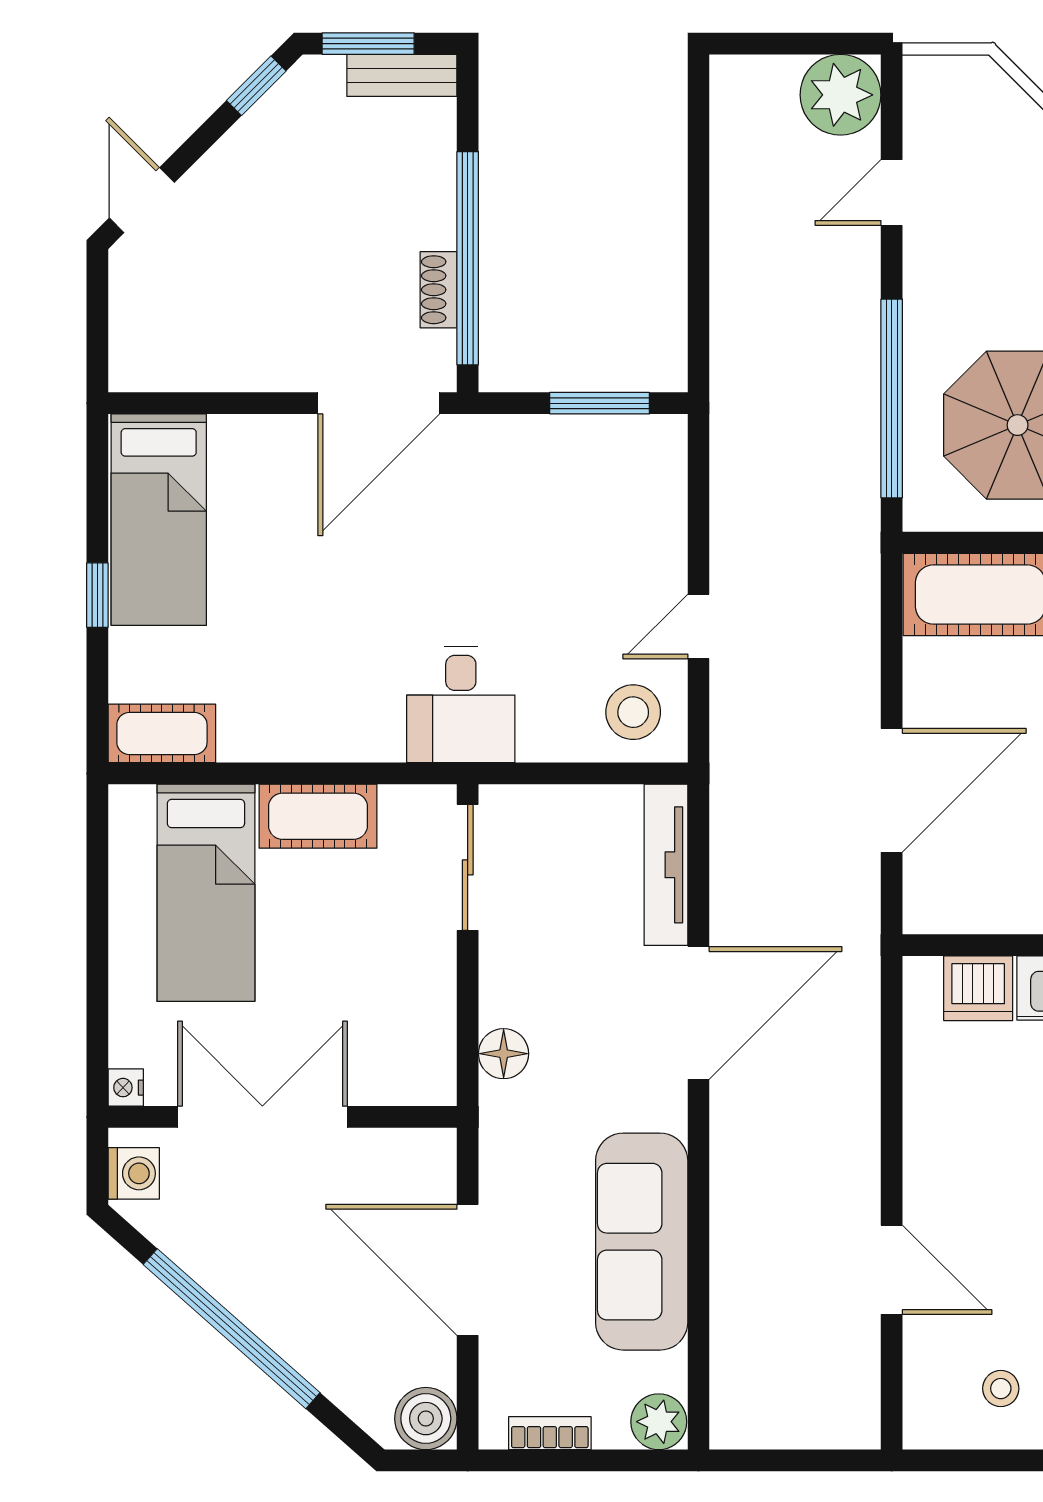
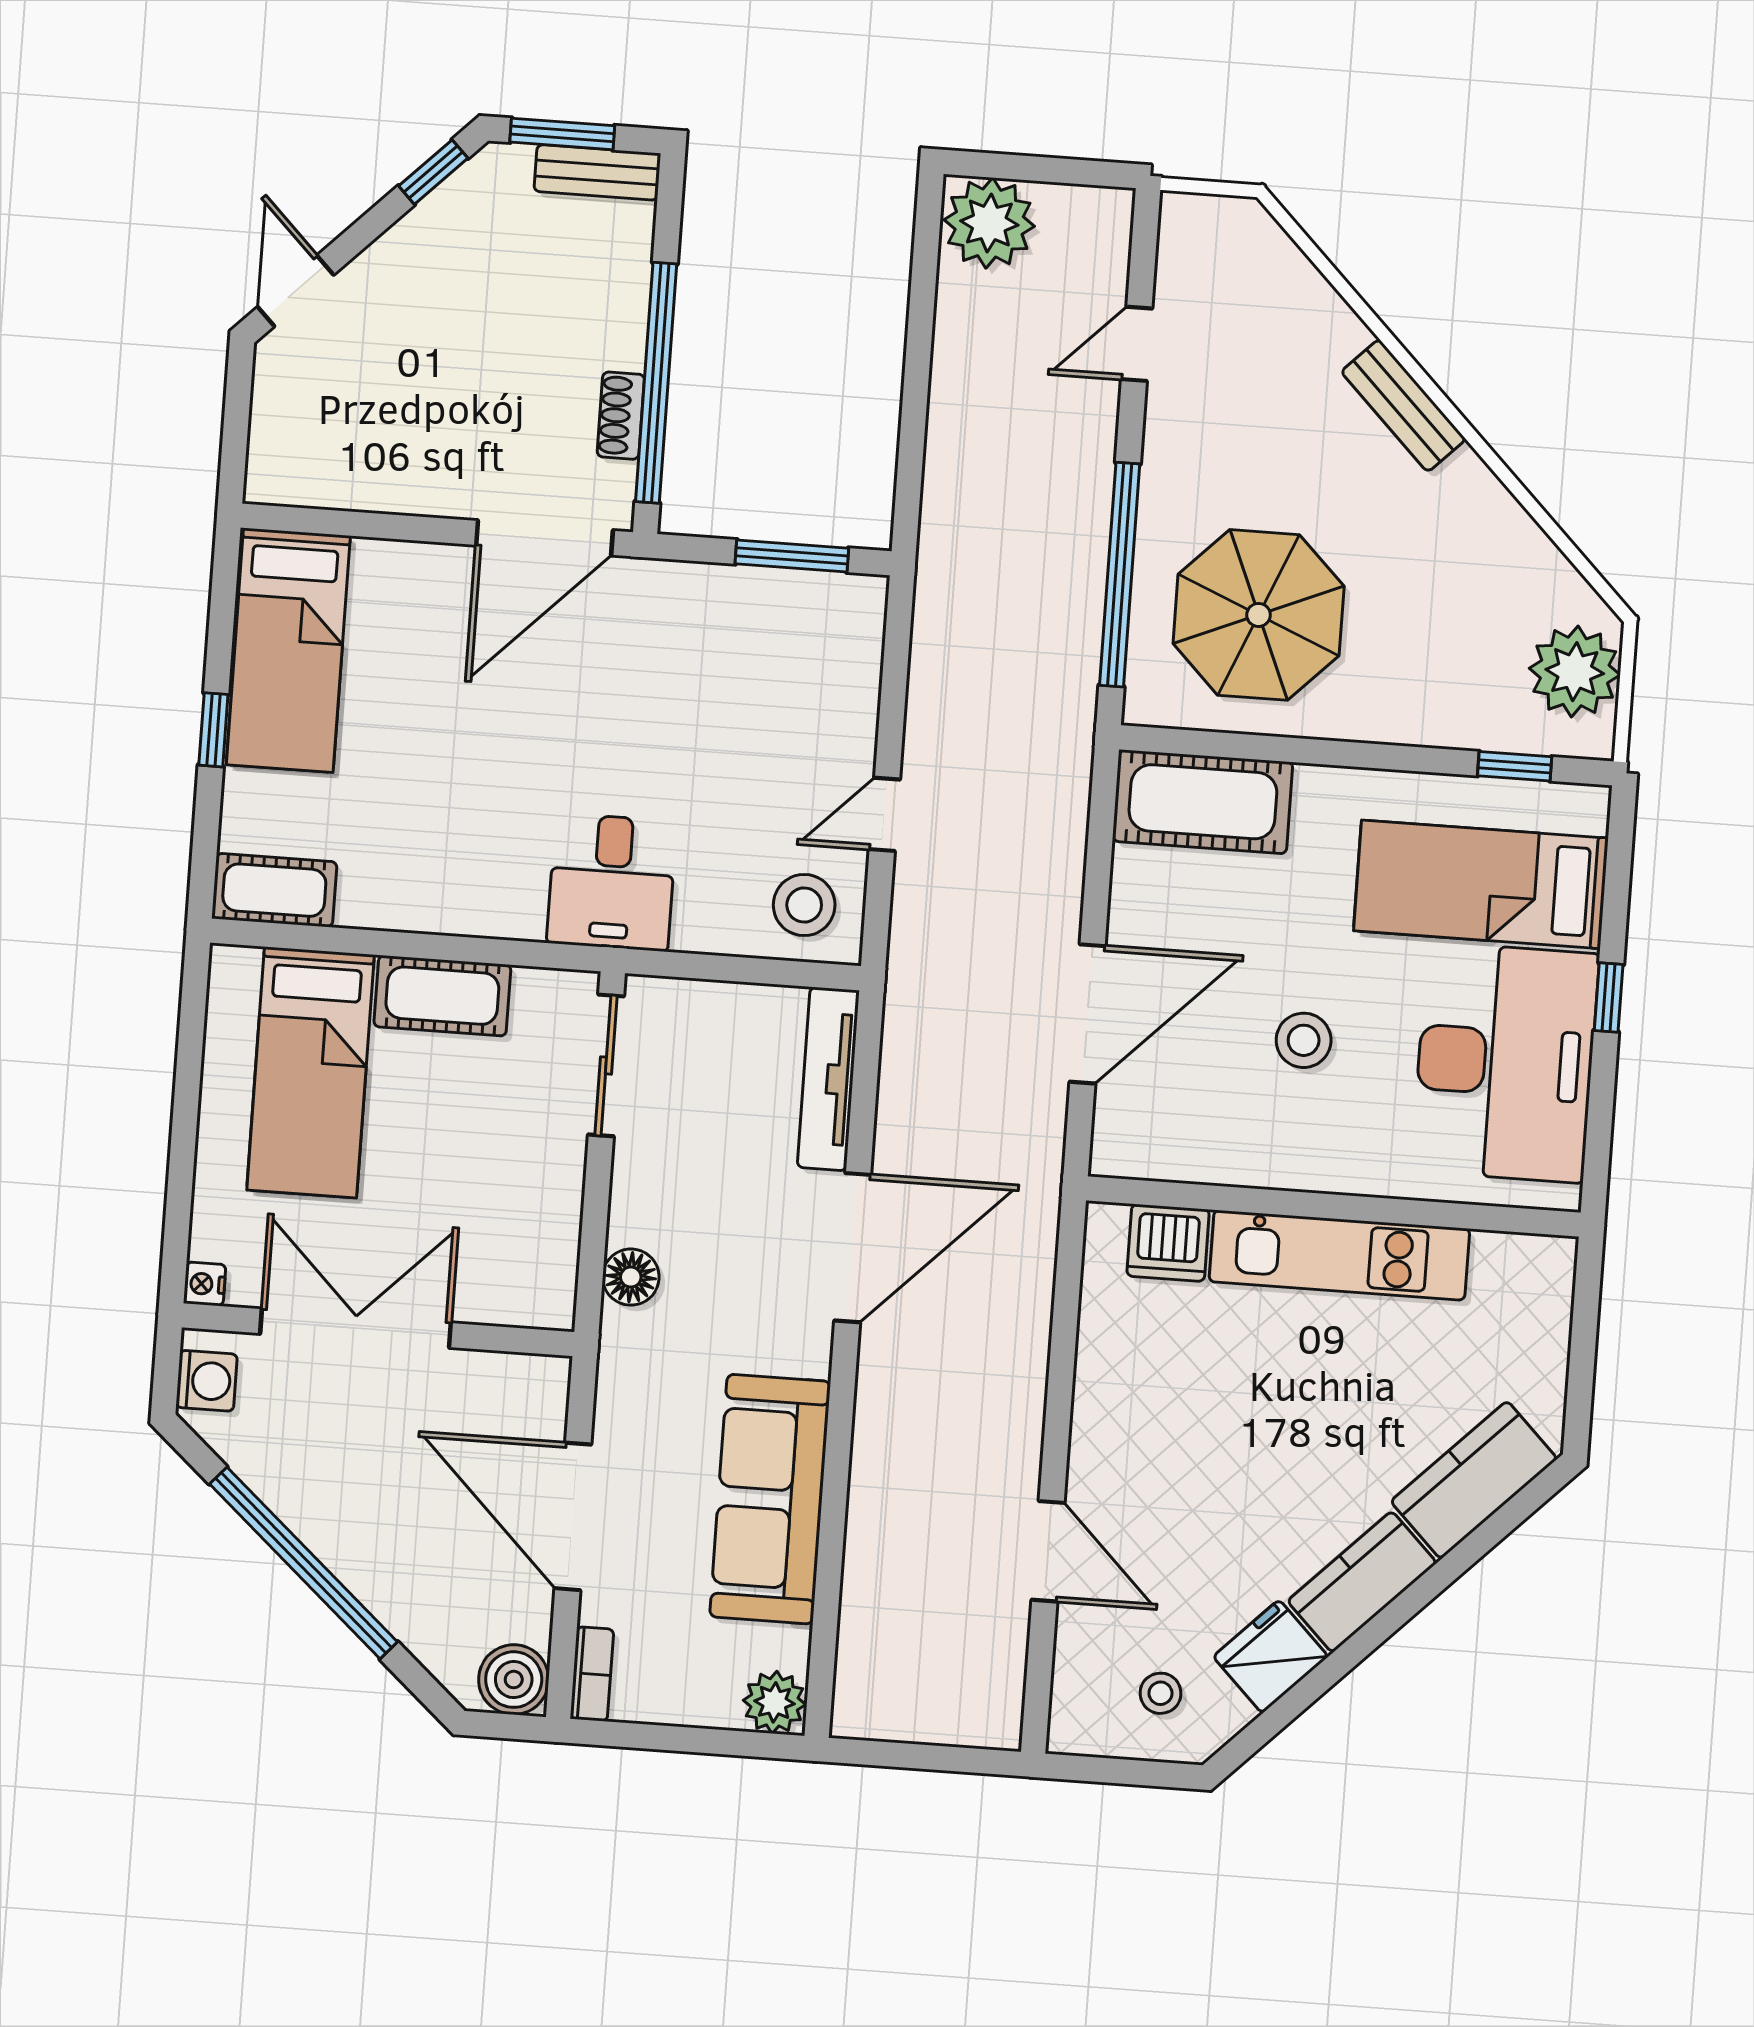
plant: (841, 95) -> (989, 223), moved
bookcase: (550, 1433) -> (592, 1674), moved, turned 90

